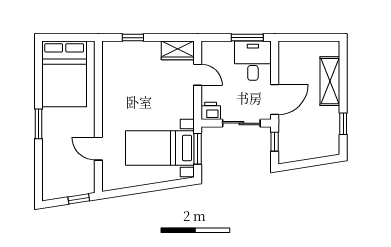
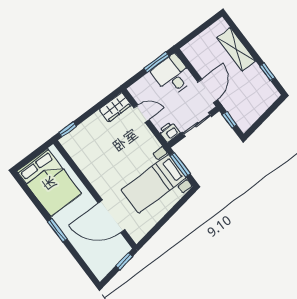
window: (133, 38) -> (67, 129), moved
door: (98, 149) -> (111, 216), width x1.87

